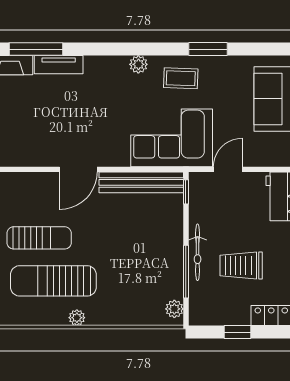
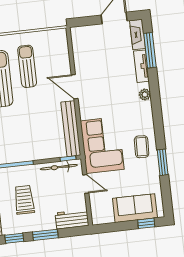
plant: (138, 64) -> (145, 95), moved
sun lounger: (39, 238) -> (27, 66), turned 180
bicycle: (198, 252) -> (59, 167), moved

